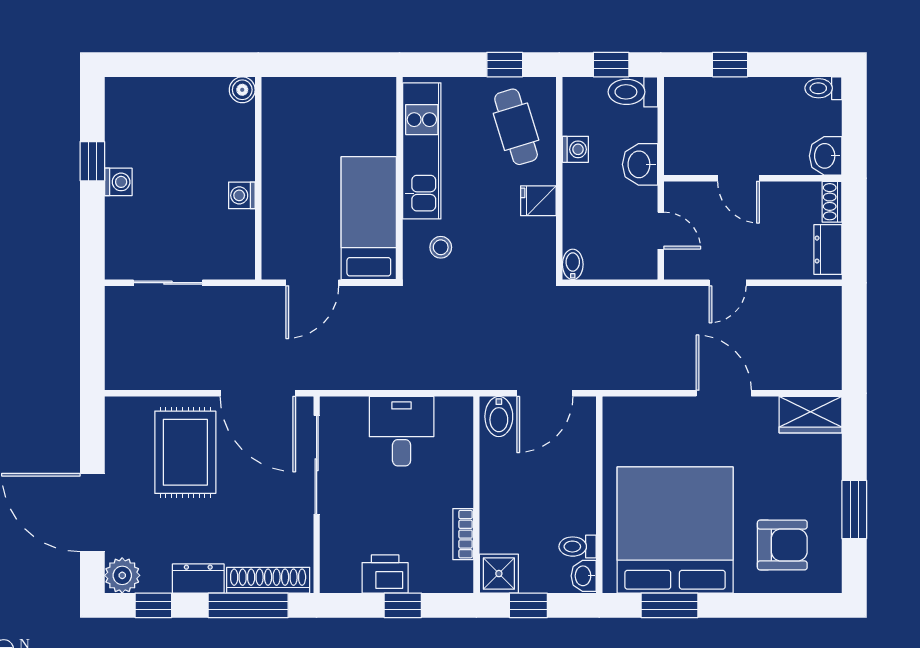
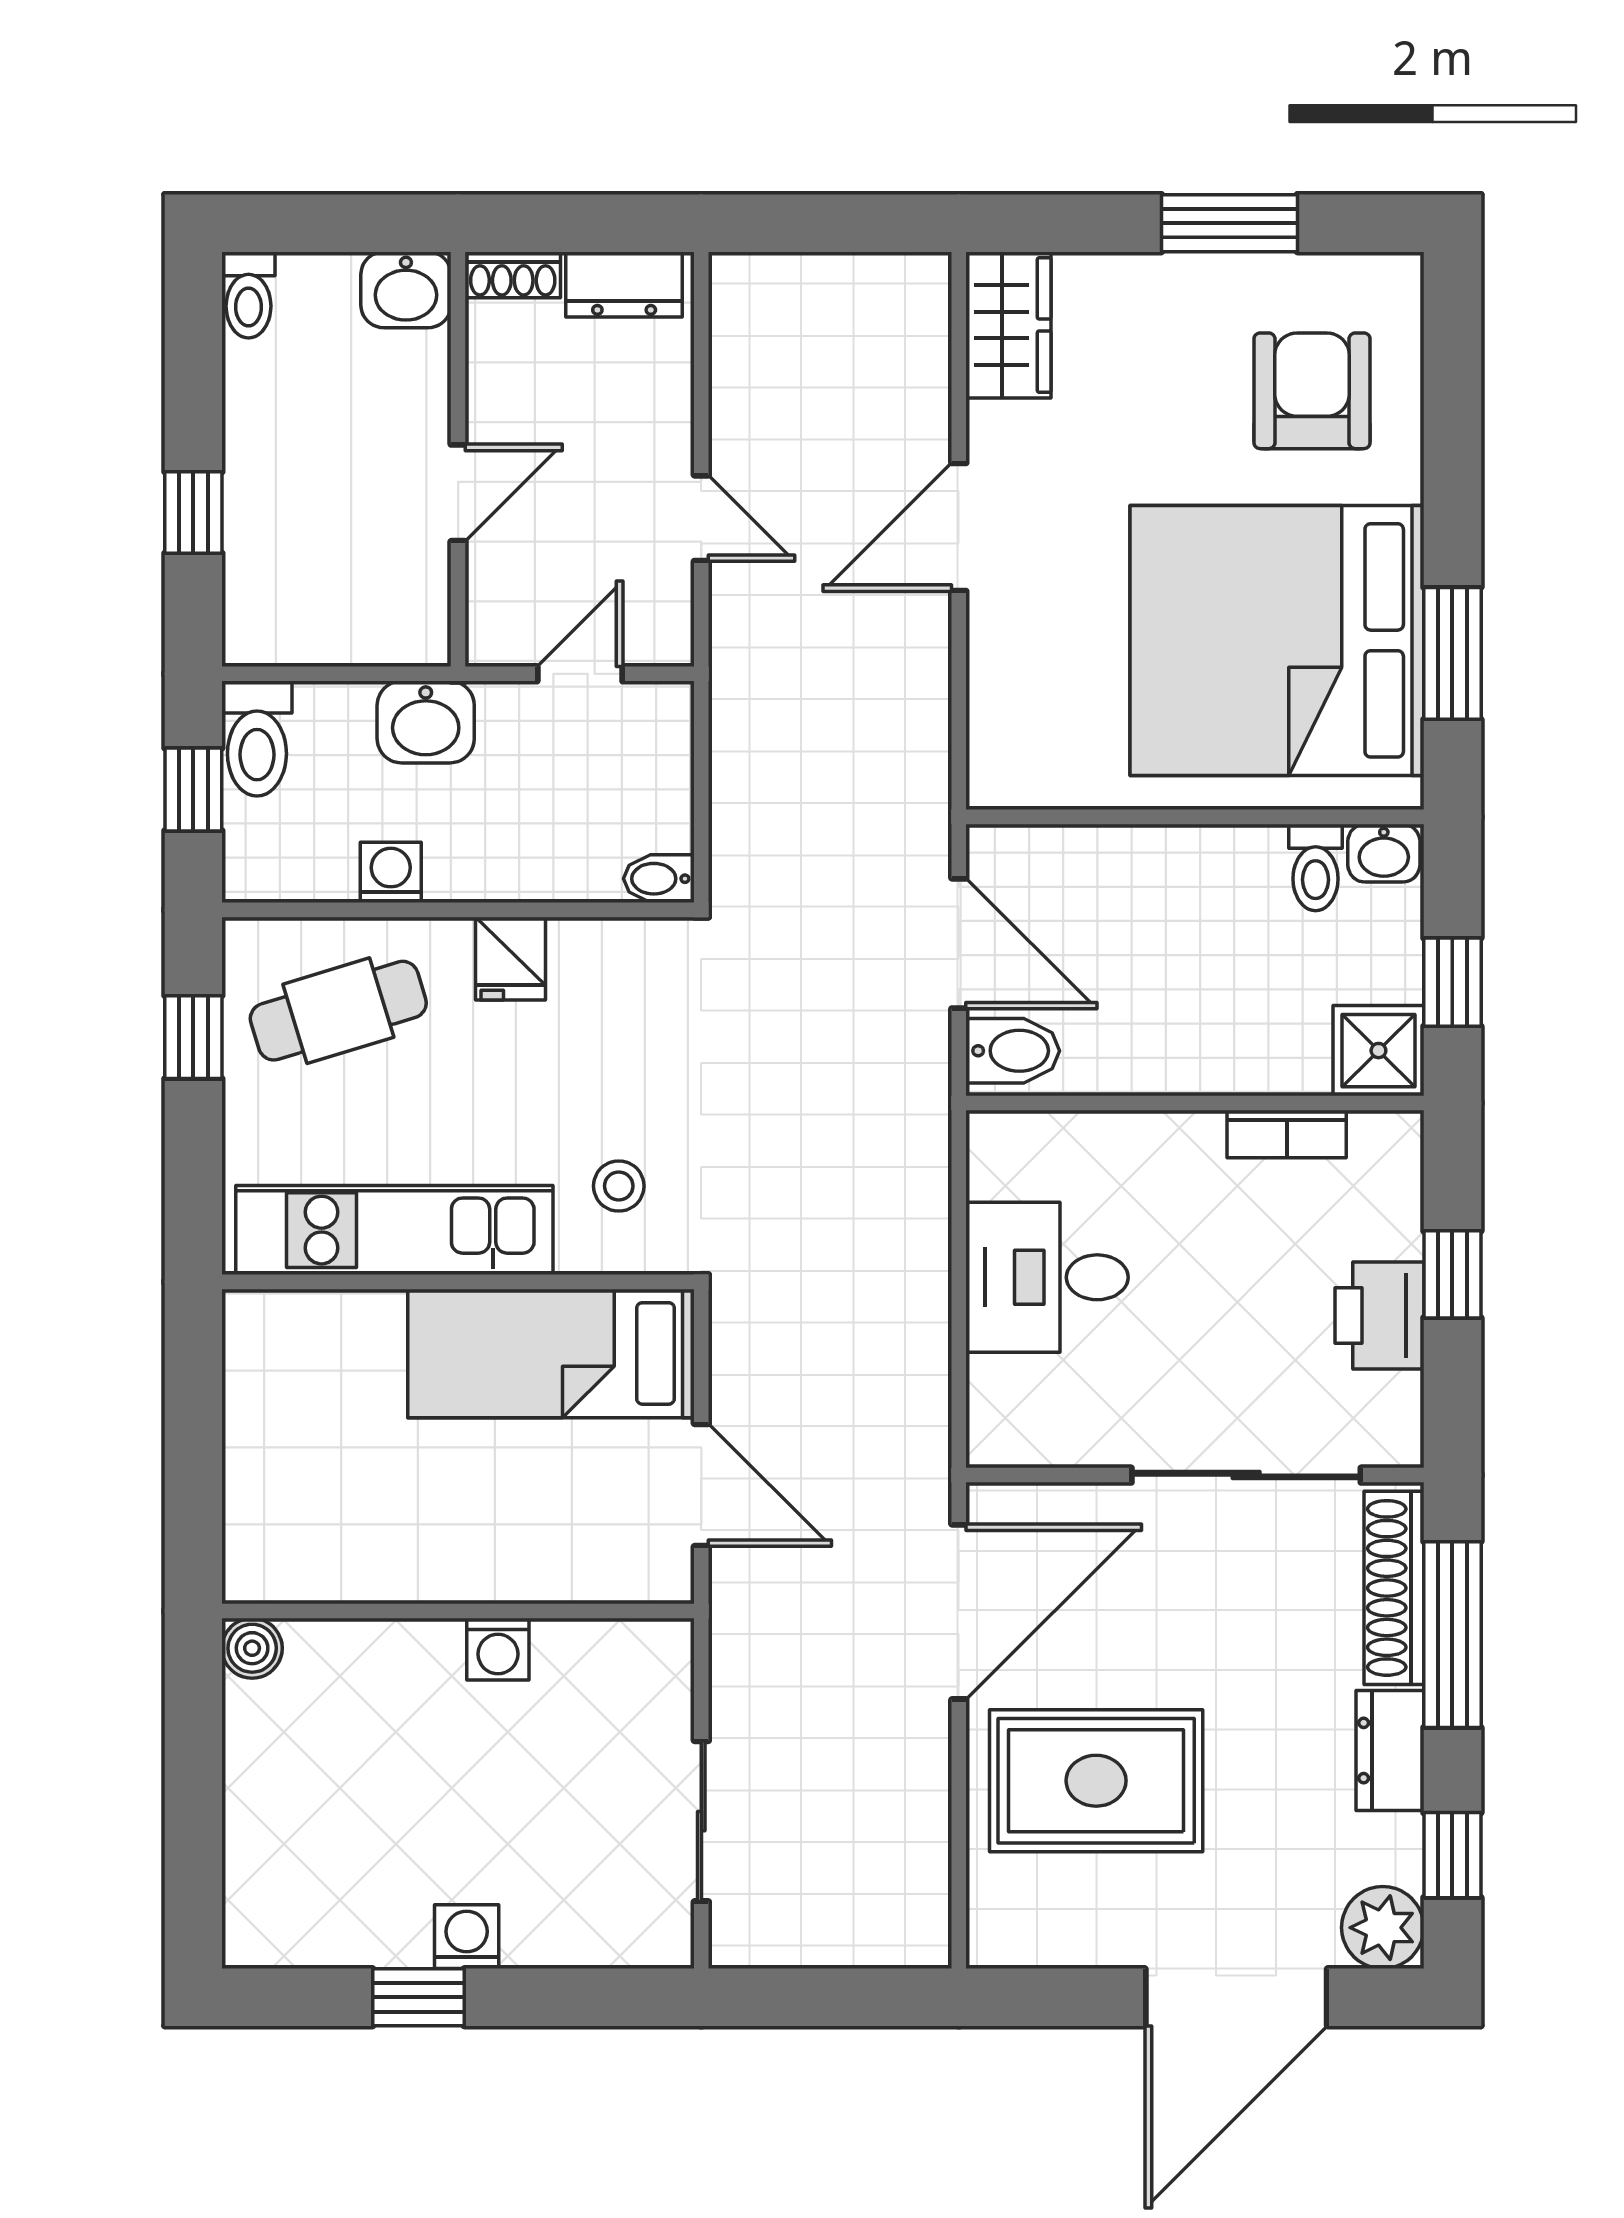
sliding door: (317, 465) -> (1246, 1475), moved

